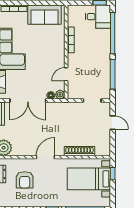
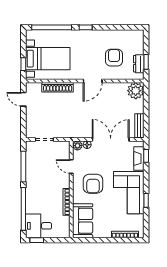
sofa: (44, 15) -> (83, 221), moved, turned 90
armchair: (45, 58) -> (93, 184), added
door: (66, 74) -> (71, 166), swing flipped
door: (113, 123) -> (23, 99), moved

